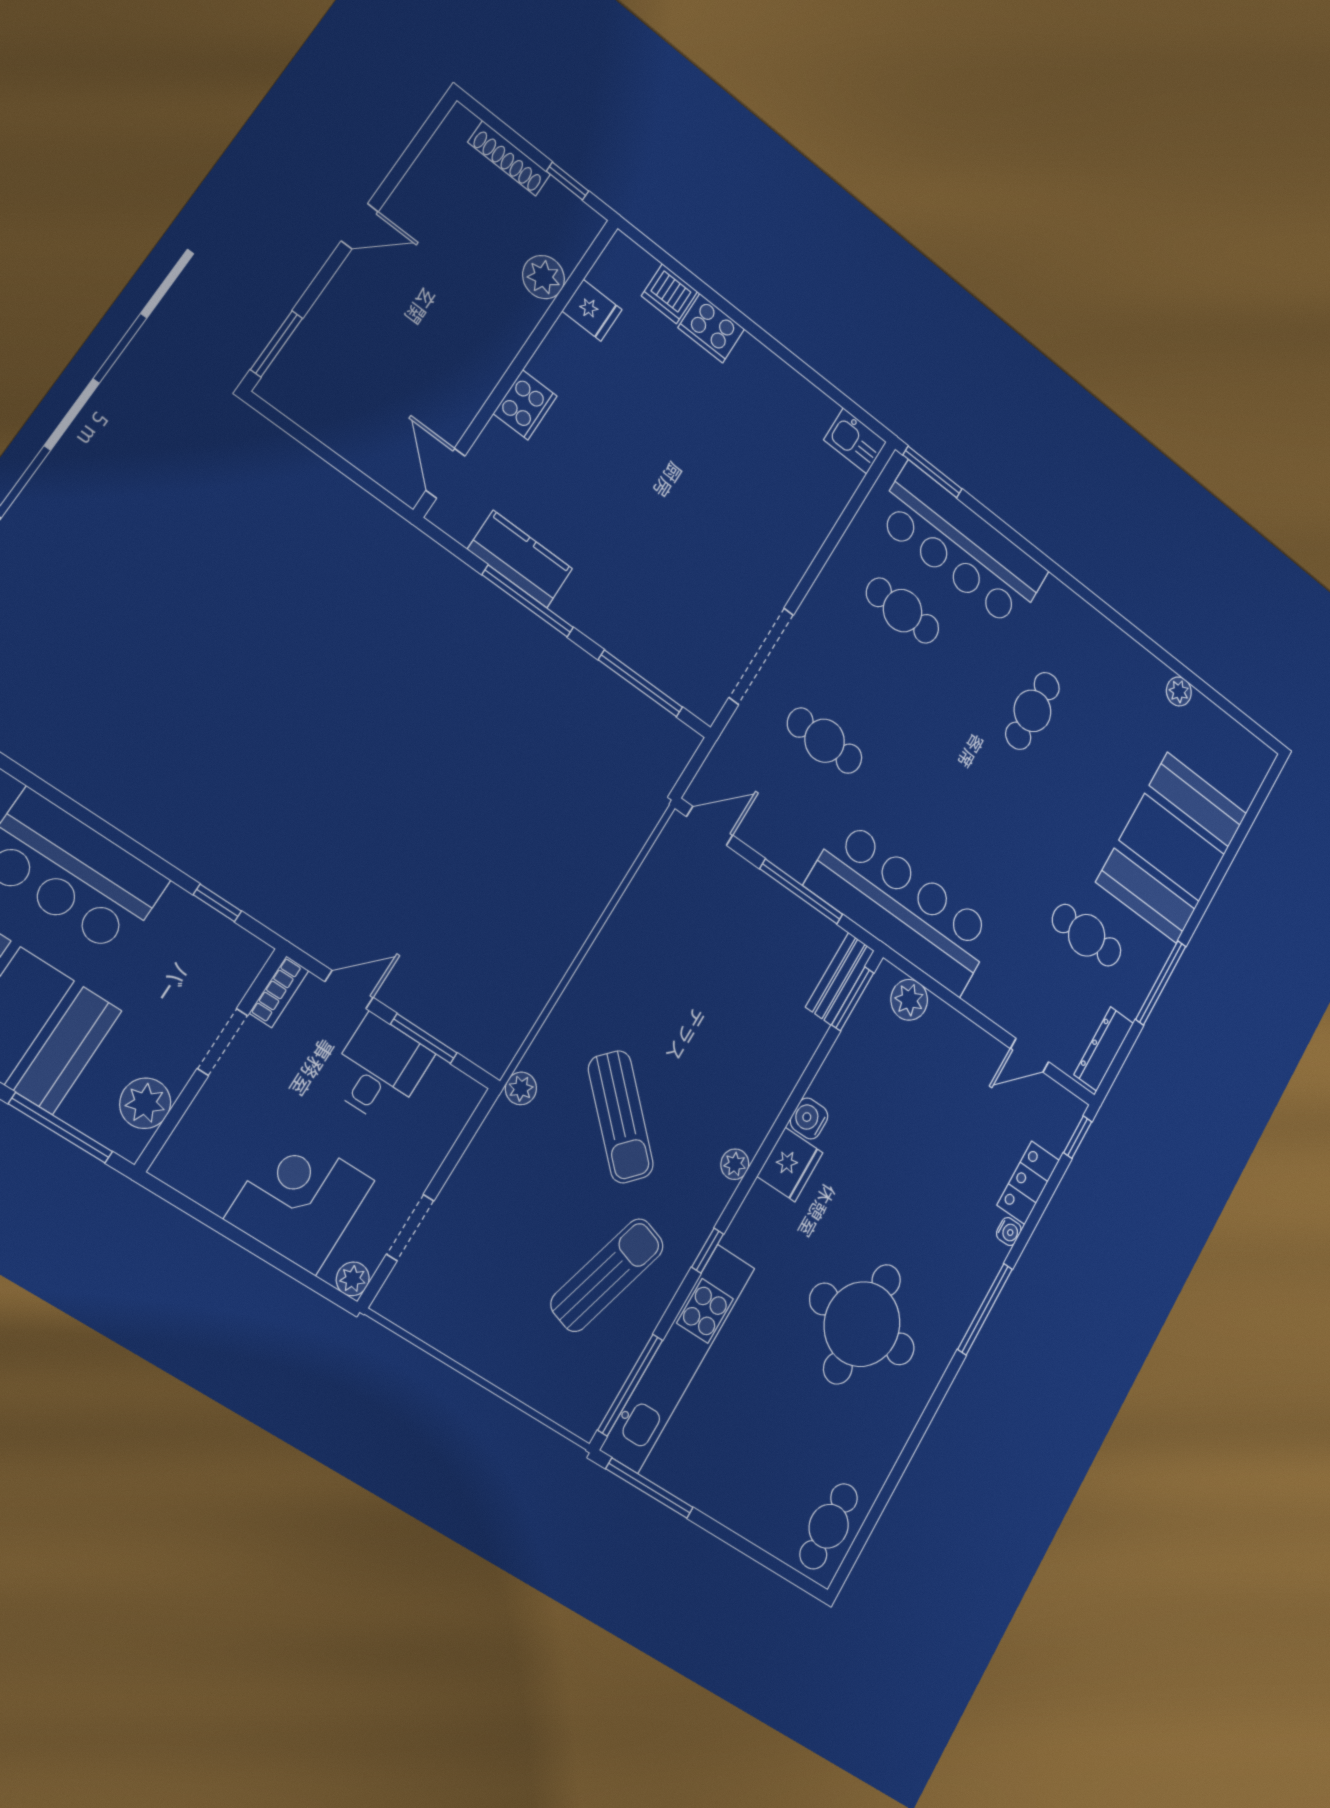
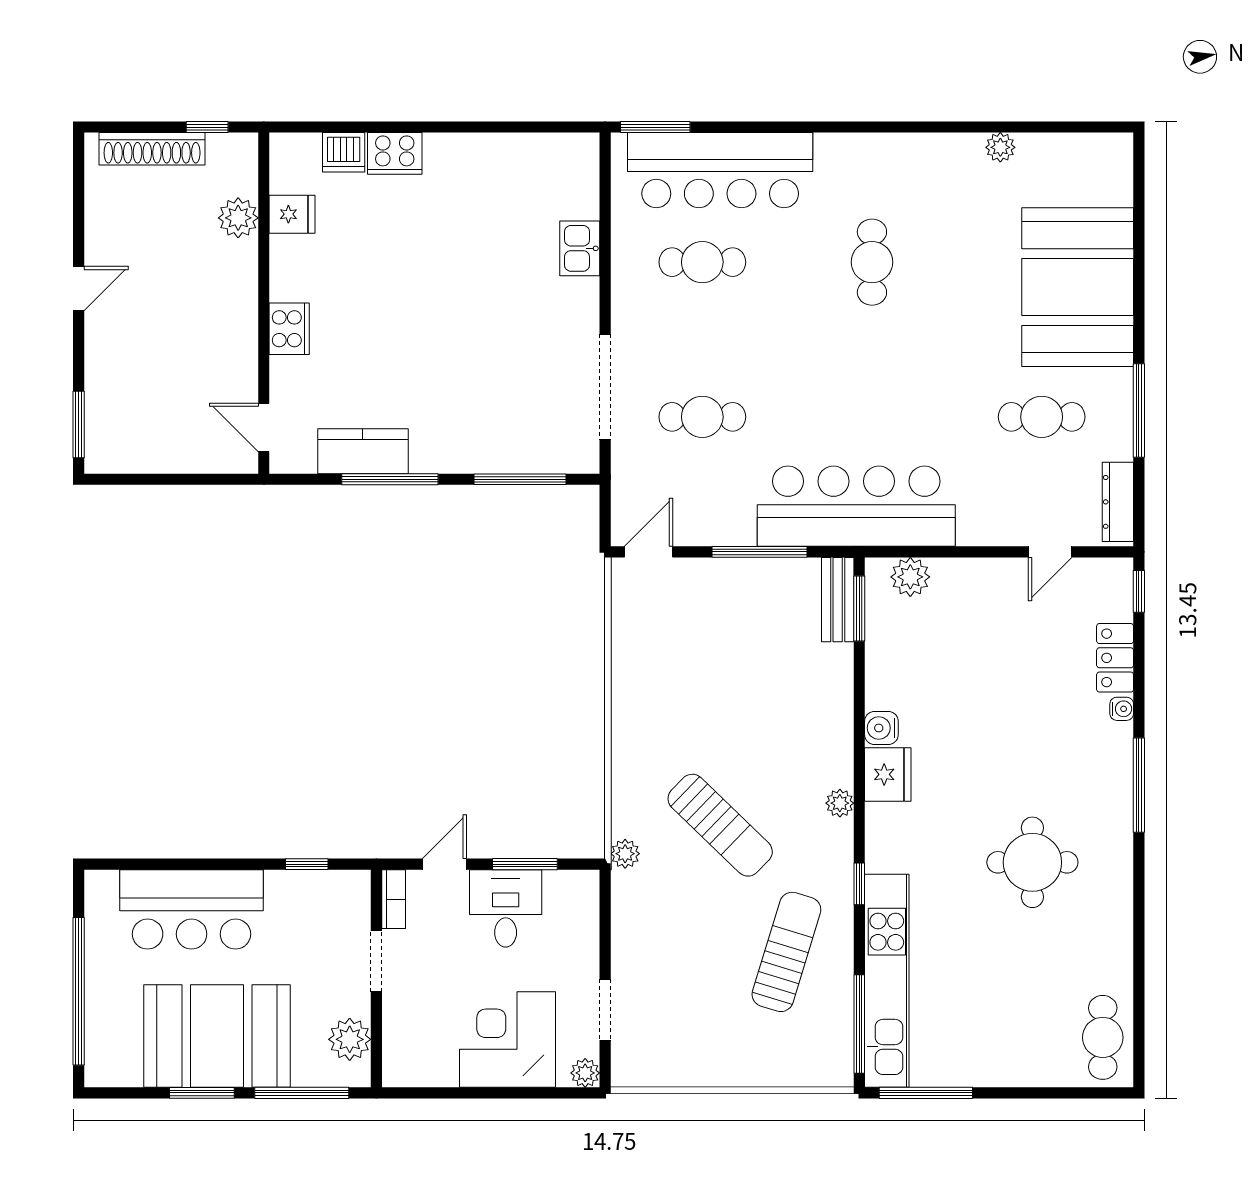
shoe rack: (509, 158) -> (152, 149), width x1.36, depth x1.24
kitchen sink: (855, 441) -> (580, 248), moved, turned 90
round table: (862, 1324) -> (1032, 862), width x0.73, depth x0.73

